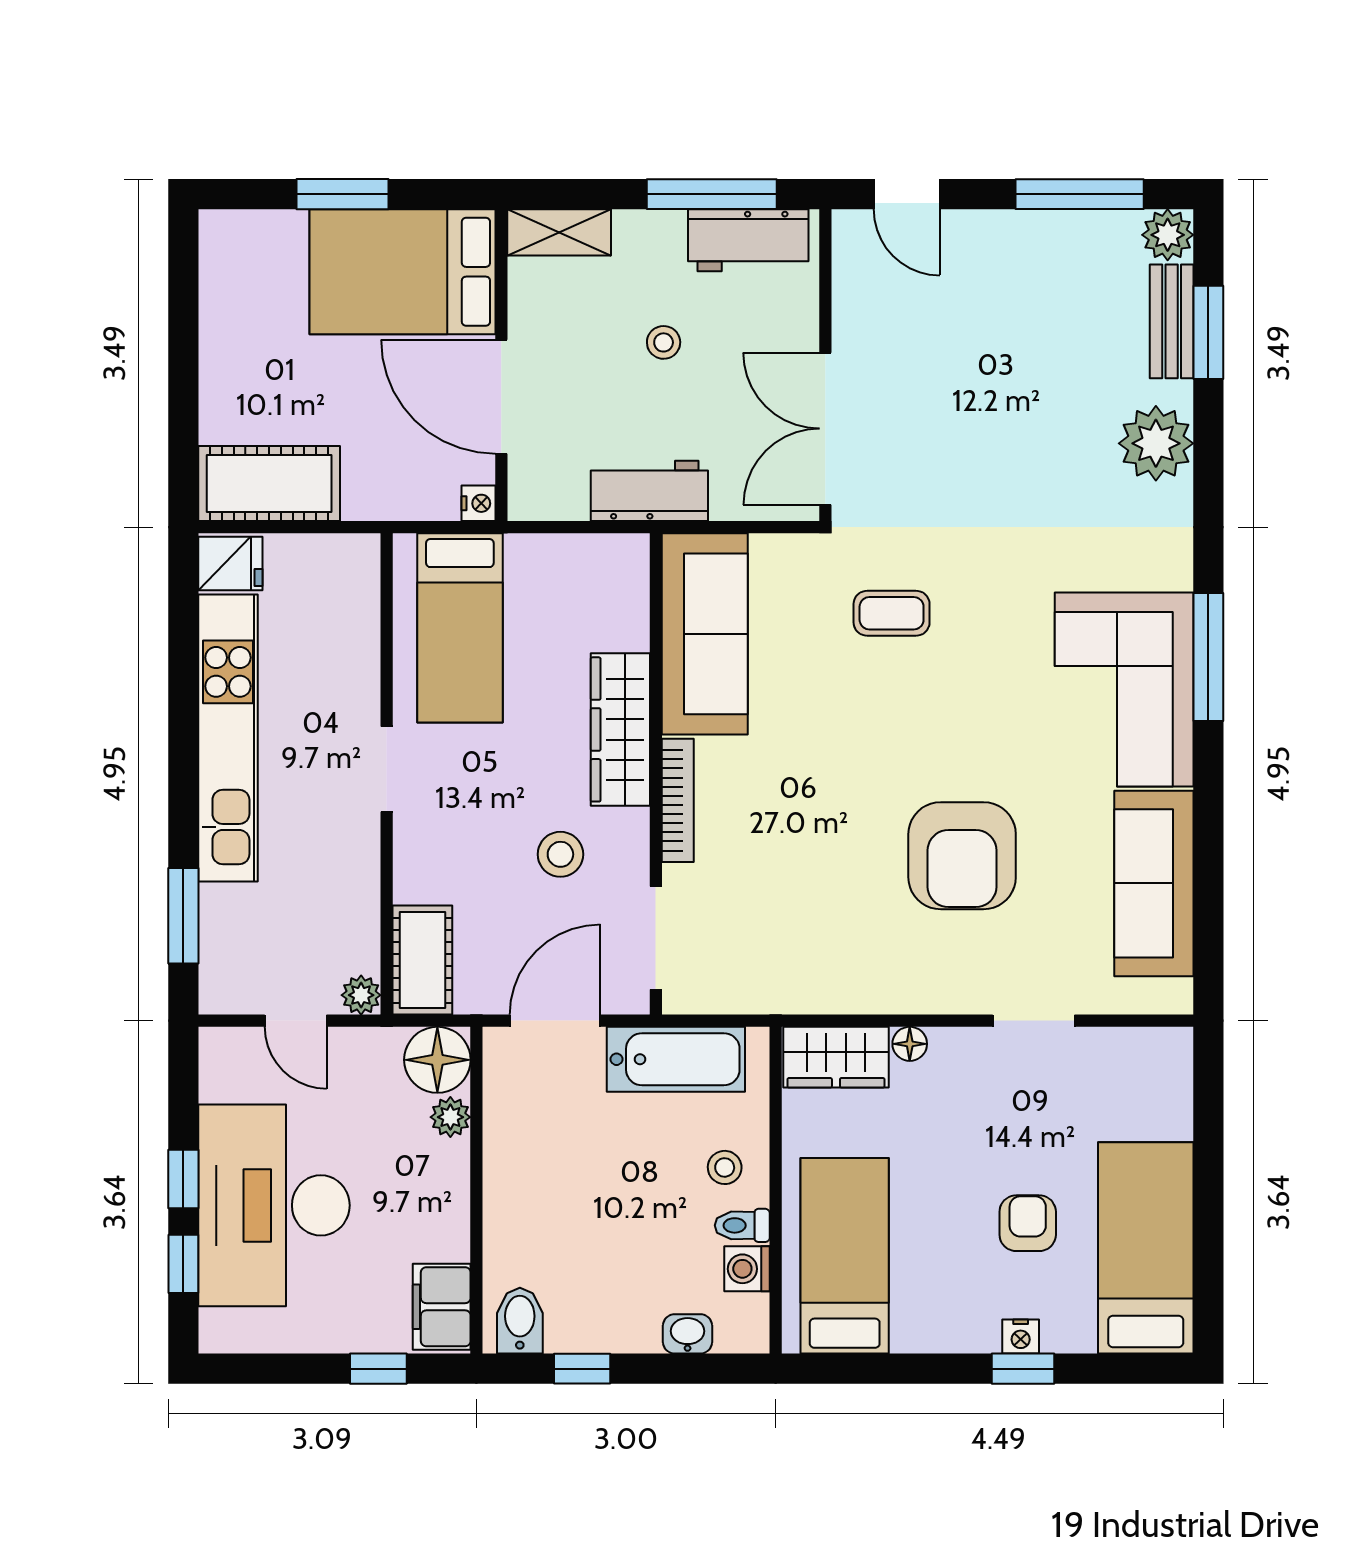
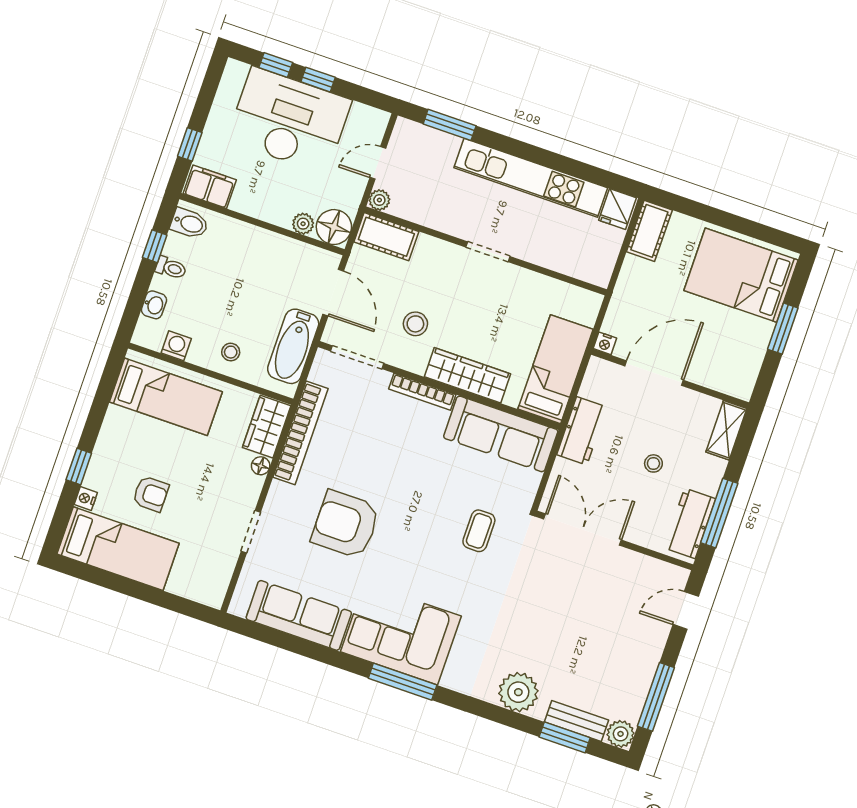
bed: (403, 272) -> (741, 275), moved, turned -90
cot: (269, 483) -> (649, 231), width x0.73, depth x0.75
bed: (460, 628) -> (556, 369), moved, turned 90
bookcase: (826, 993) -> (301, 433), added
toilet: (742, 1225) -> (171, 268), moved, turned 90
nightstand: (1021, 1337) -> (86, 499), moved

